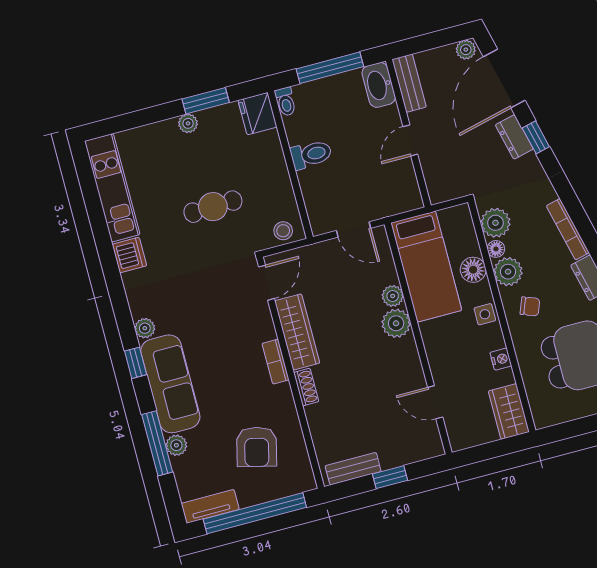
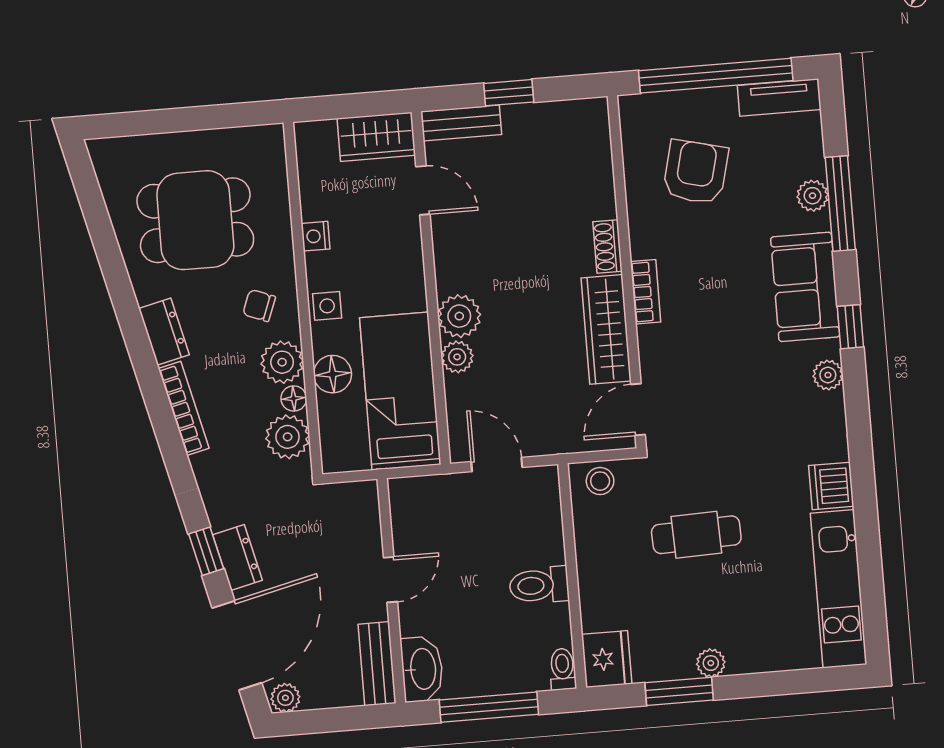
sofa: (170, 384) -> (805, 287), width x0.73
wardrobe: (509, 412) -> (376, 137), moved, turned 90
bench: (353, 469) -> (461, 123), moved

